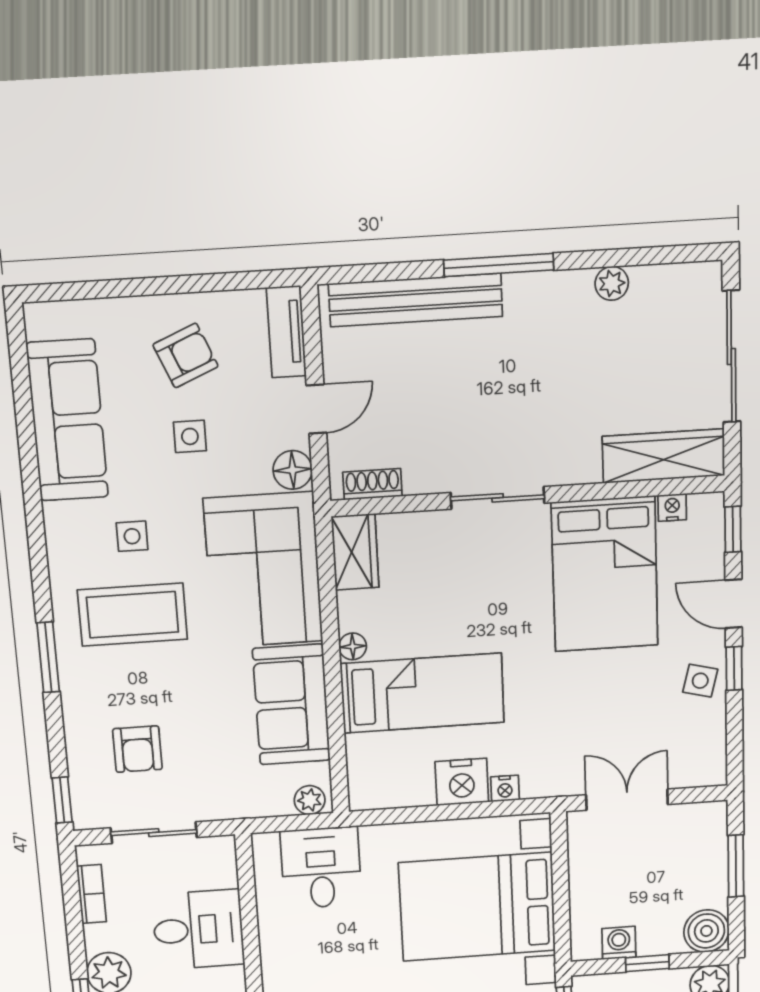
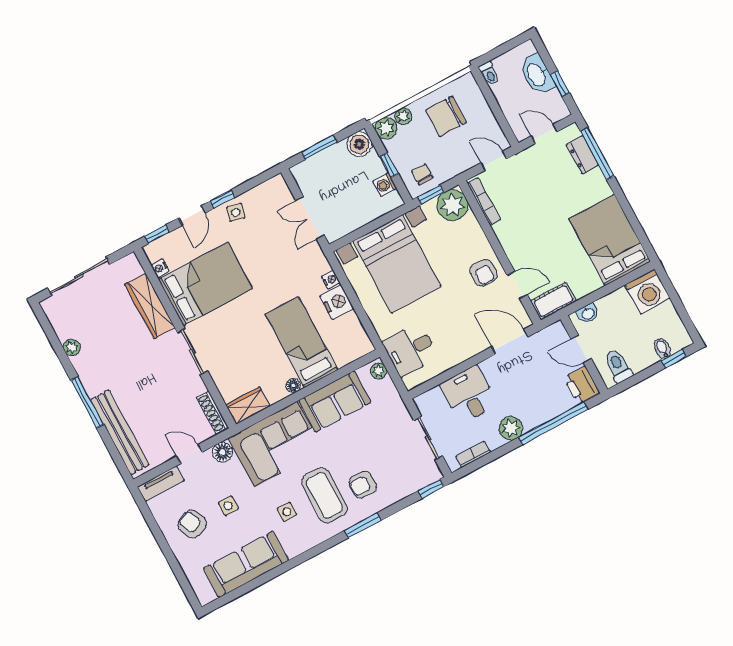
wardrobe: (664, 456) -> (150, 306), moved
shoe rack: (372, 484) -> (212, 412), width x1.43
armchair: (137, 749) -> (363, 485), moved, turned 180

